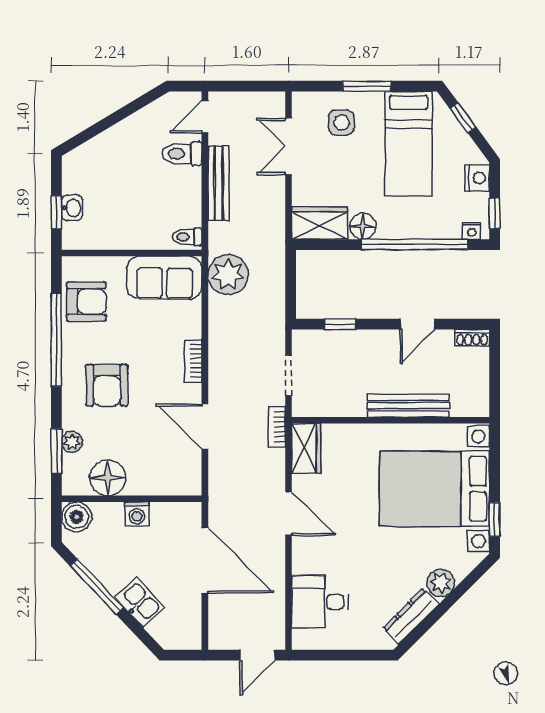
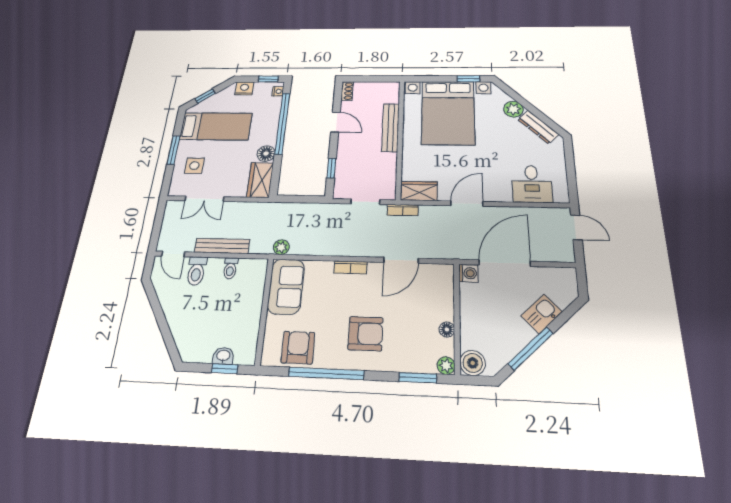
toilet: (187, 237) -> (230, 268), moved
plant: (228, 275) -> (281, 247), width x0.53, depth x0.53
plant: (72, 442) -> (446, 366), moved
floor lamp: (108, 478) -> (447, 330), width x0.53, depth x0.53
washing machine: (137, 514) -> (468, 273), moved

